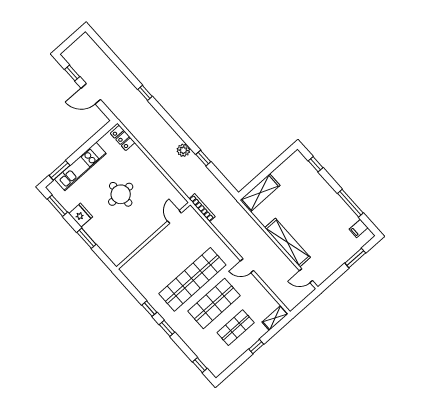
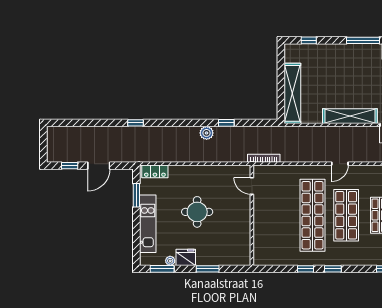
window: (59, 170) -> (136, 195), moved
shelving: (260, 193) -> (292, 93), width x1.47
plant: (68, 206) -> (170, 261), added

